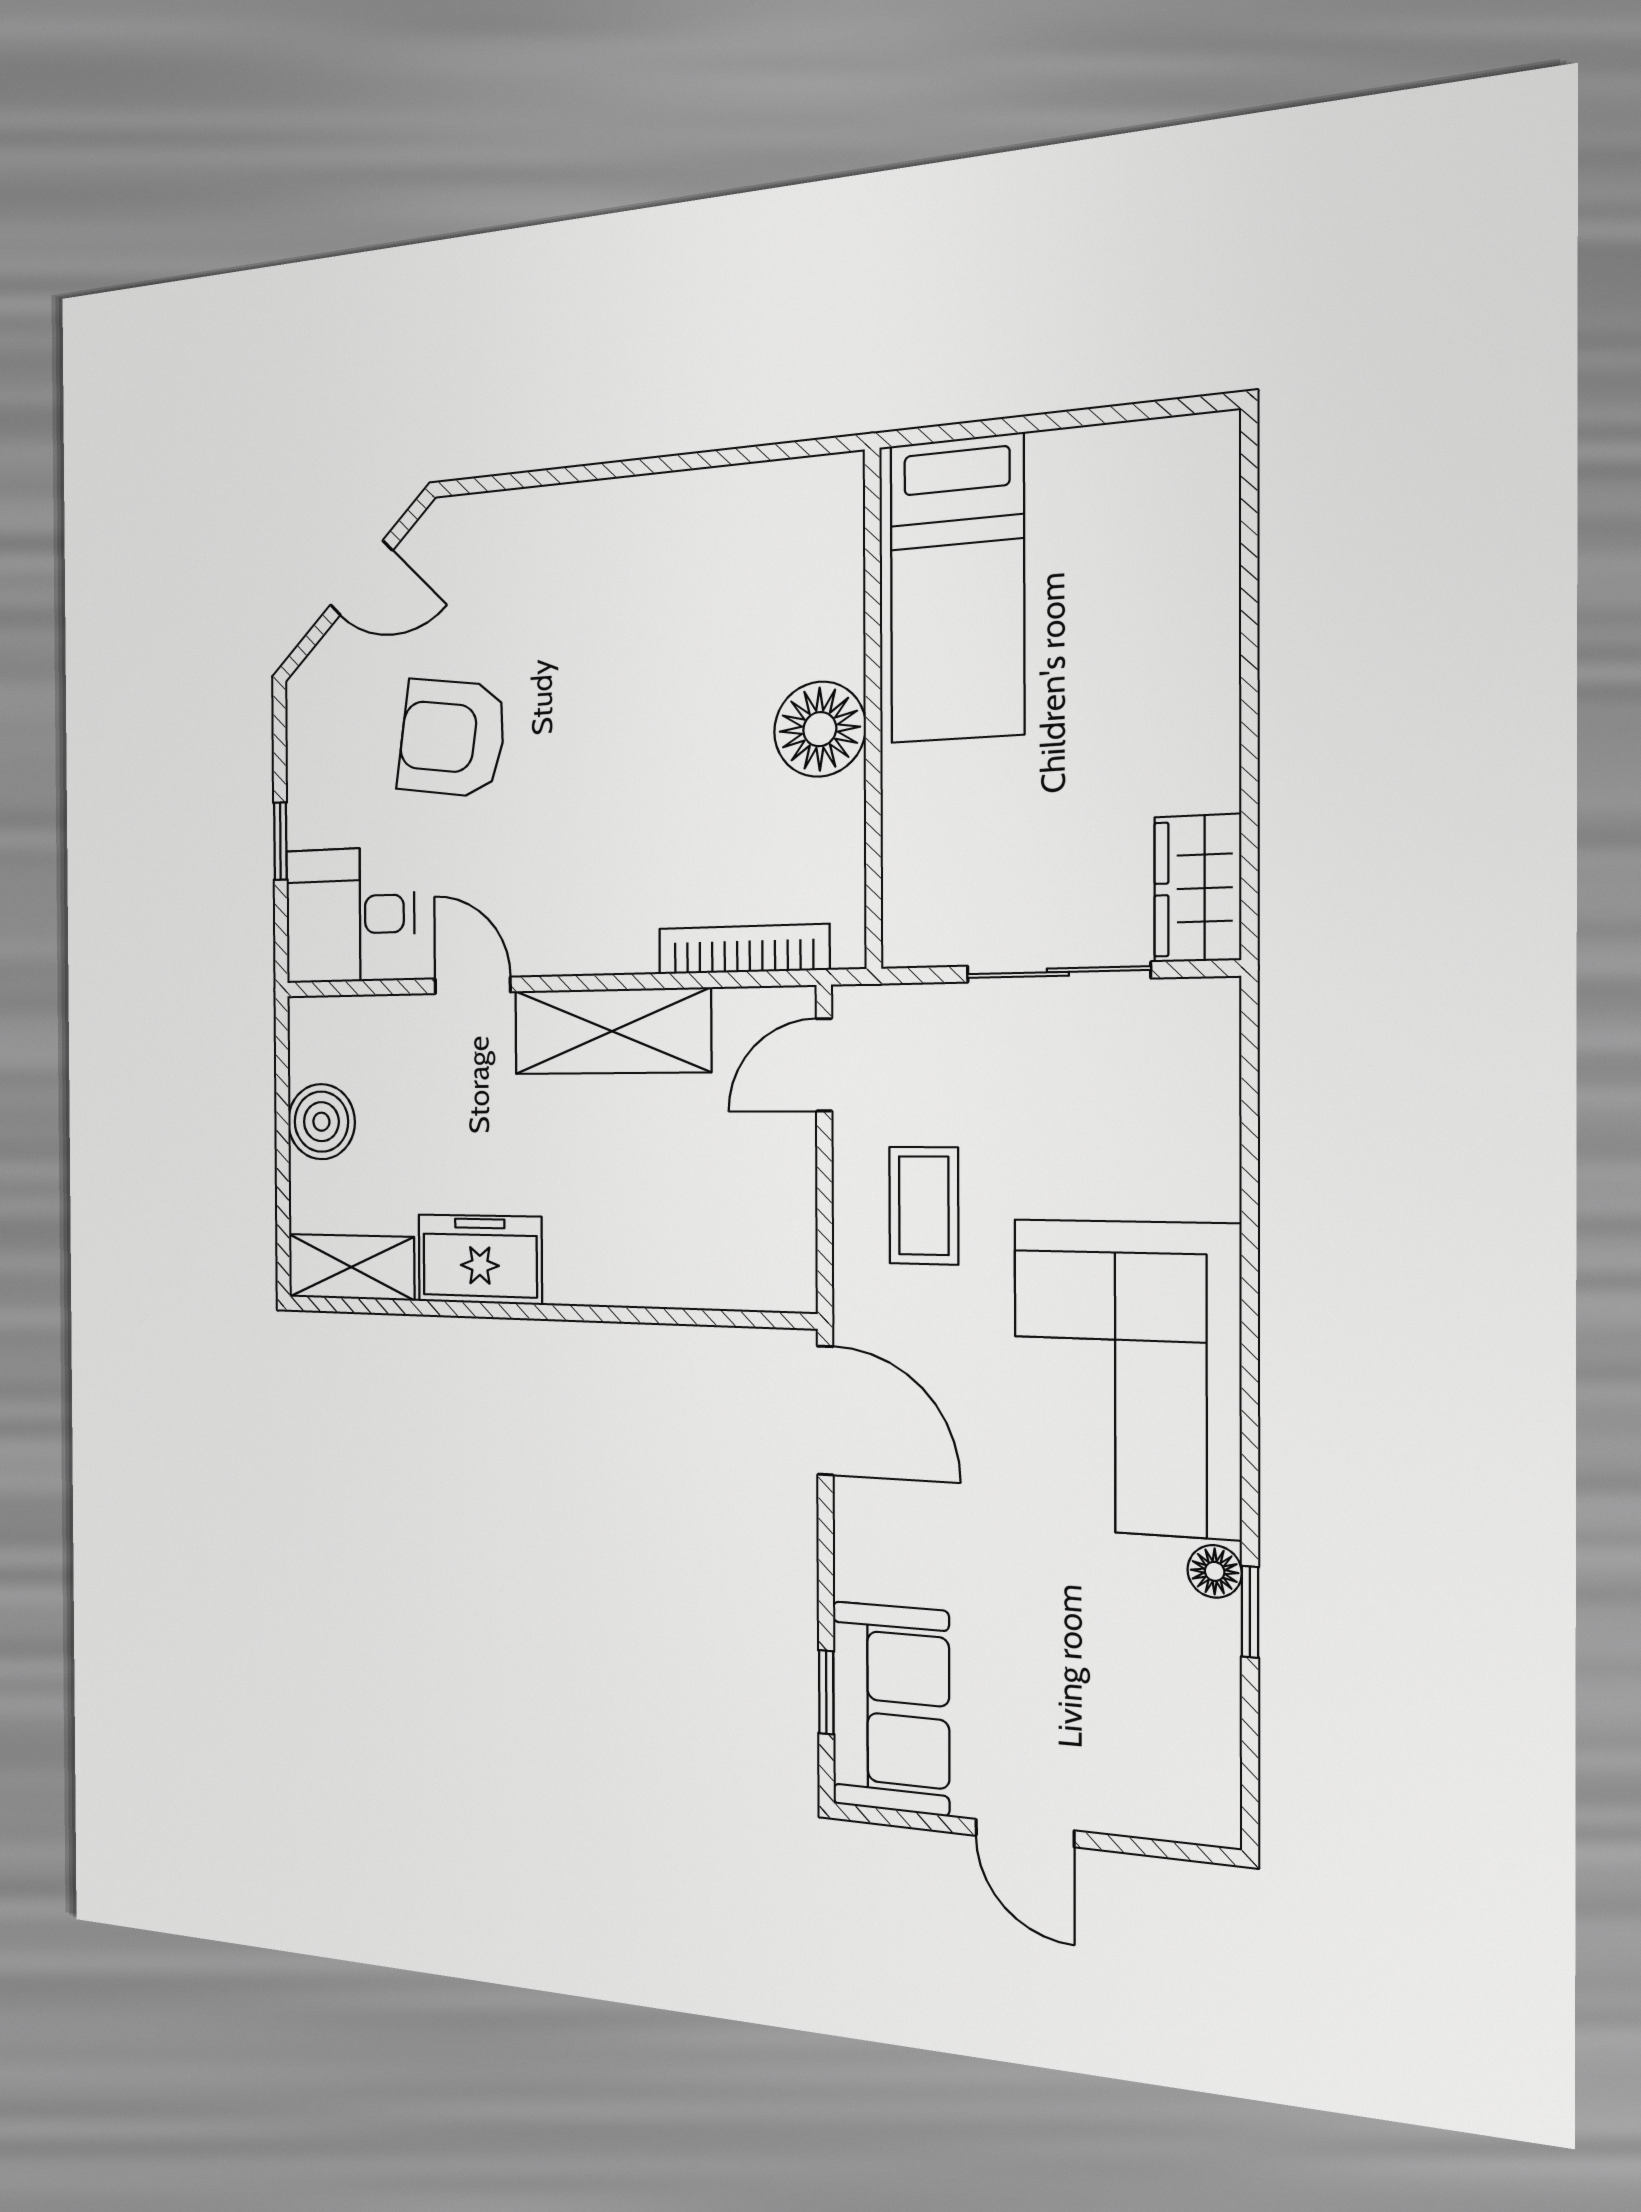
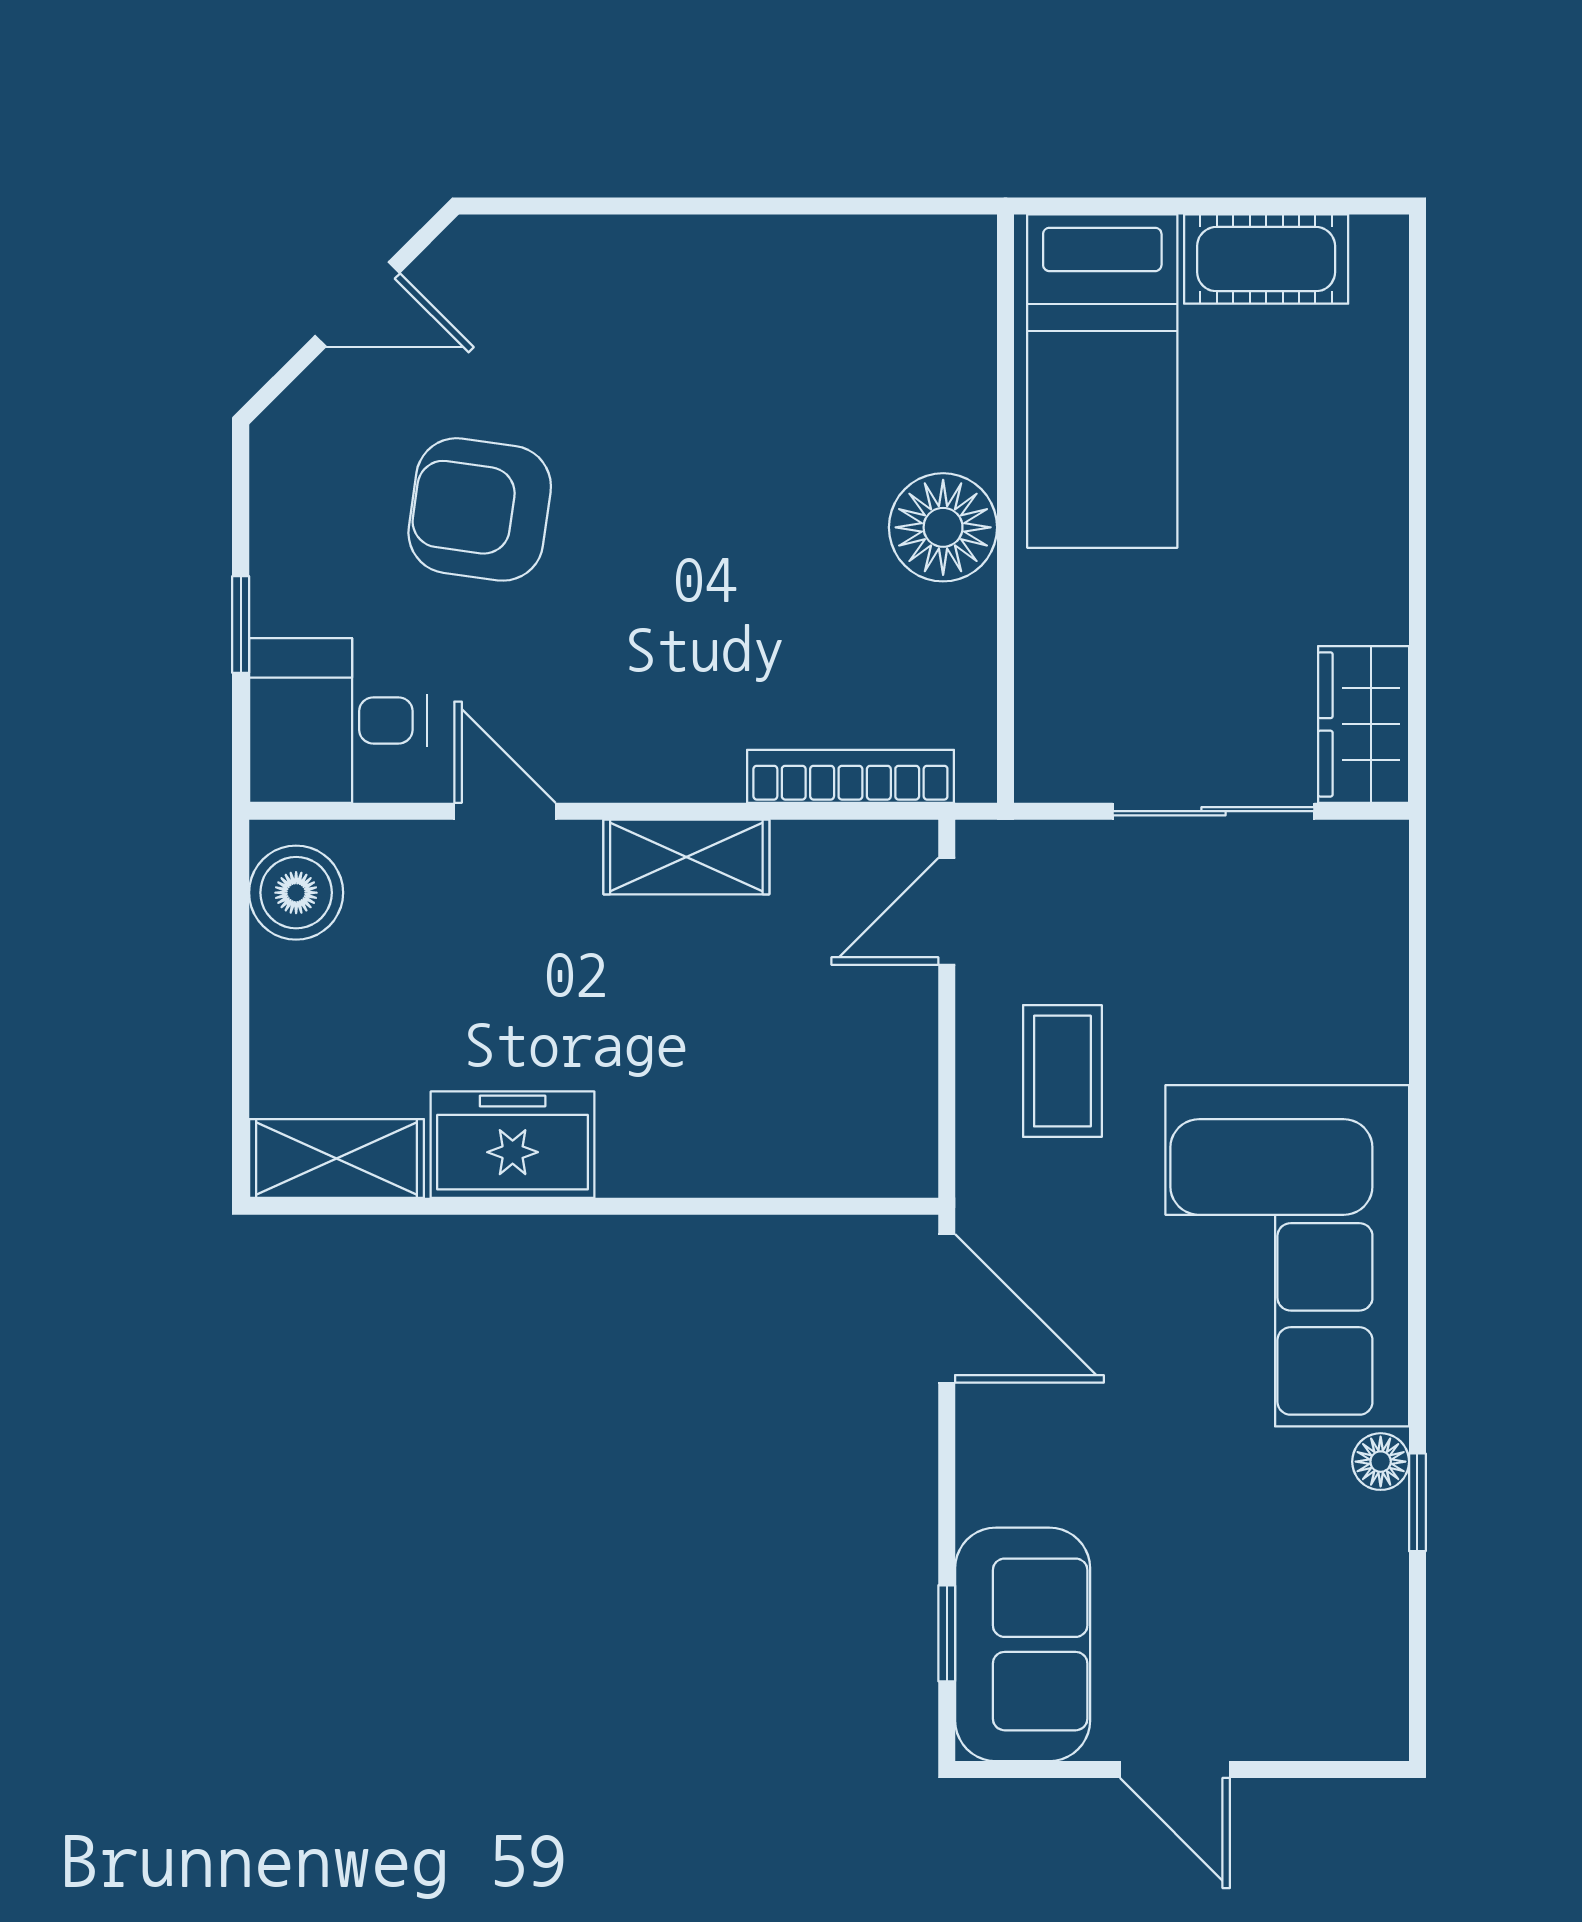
cot: (1105, 464) -> (1266, 259), added
shelving: (612, 1031) -> (686, 857), width x0.67, depth x0.75
boiler: (321, 1122) -> (296, 893), moved

